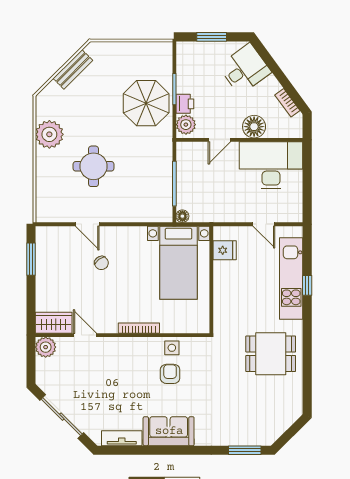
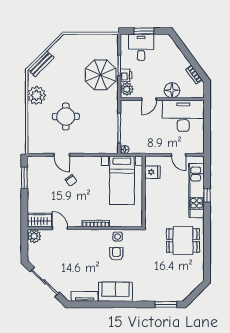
bench: (73, 69) -> (41, 64), moved
desk: (245, 69) -> (141, 47), moved, turned -54

